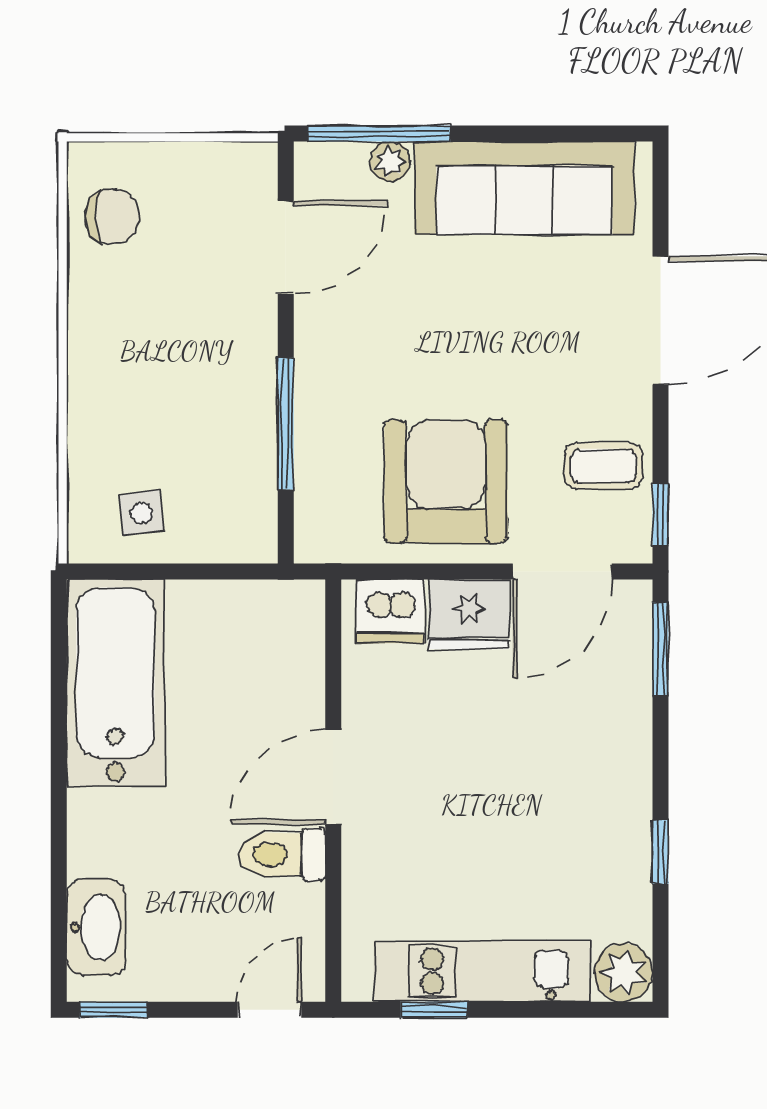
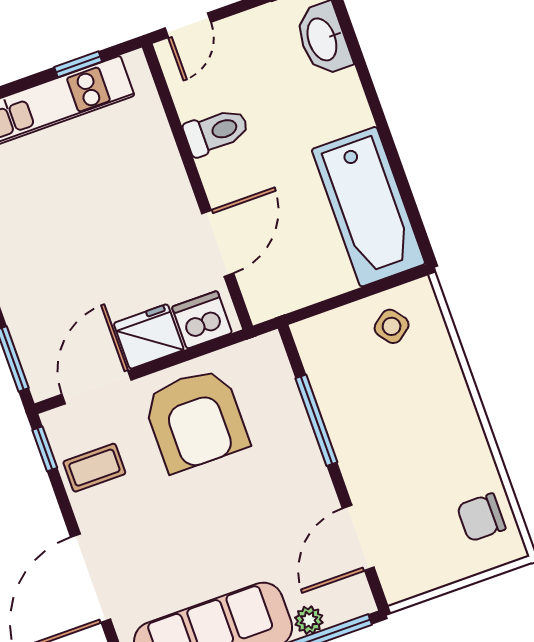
side table: (141, 513) -> (392, 326), turned -30
door: (333, 777) -> (218, 243), moved

